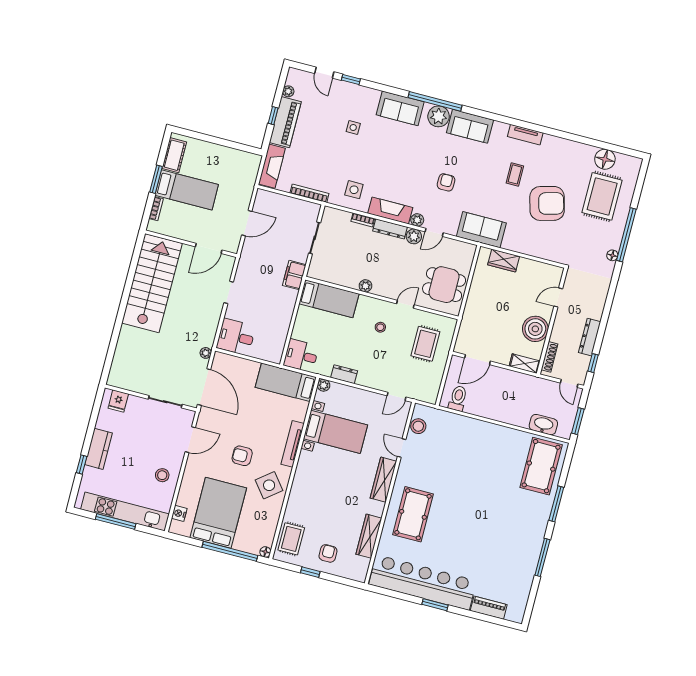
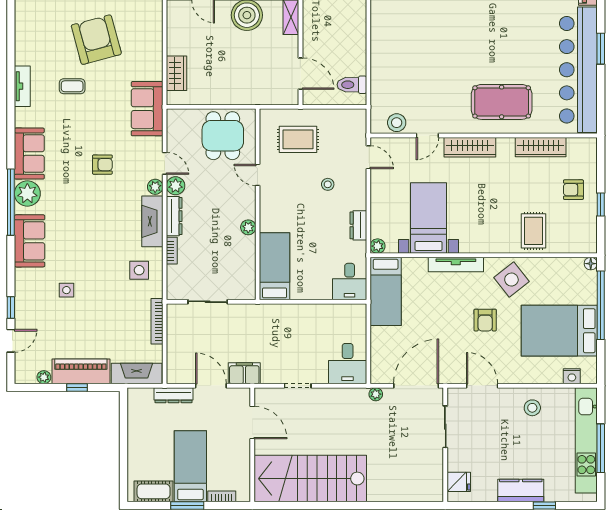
armchair: (446, 182) -> (102, 165), turned 180
dresser: (247, 191) -> (174, 395), added
filing cabinet: (294, 275) -> (244, 373), moved, turned 180
stool: (380, 327) -> (328, 184), moved
rug: (291, 539) -> (533, 231), moved, turned 90

